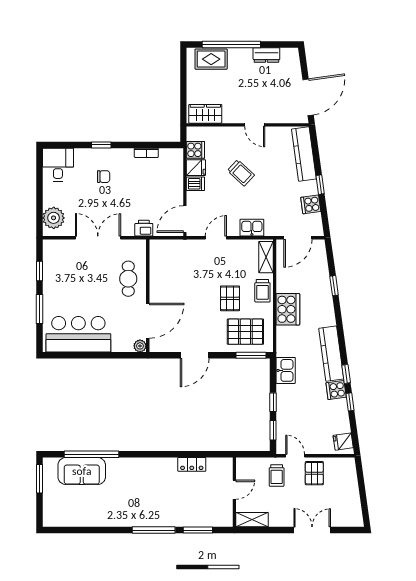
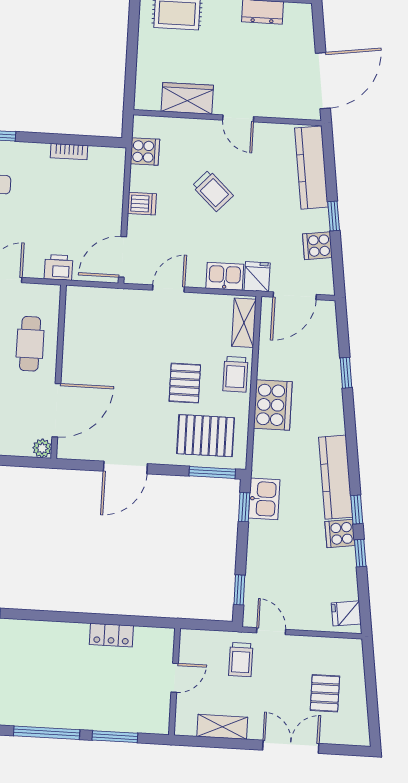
wardrobe: (205, 114) -> (187, 98), moved
fridge: (196, 168) -> (257, 277), moved, turned -90
window: (273, 402) -> (244, 507), moved
pallet: (314, 473) -> (325, 693), moved
shelving: (252, 520) -> (222, 727), moved

